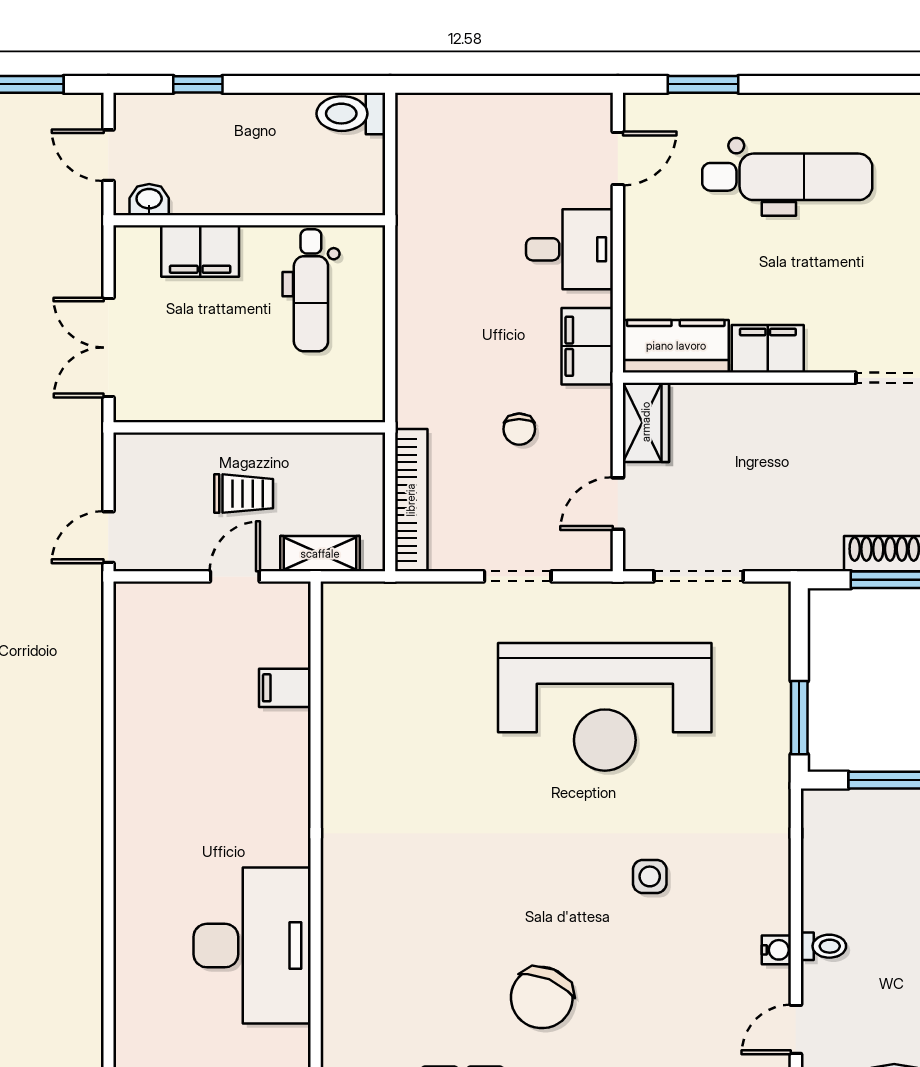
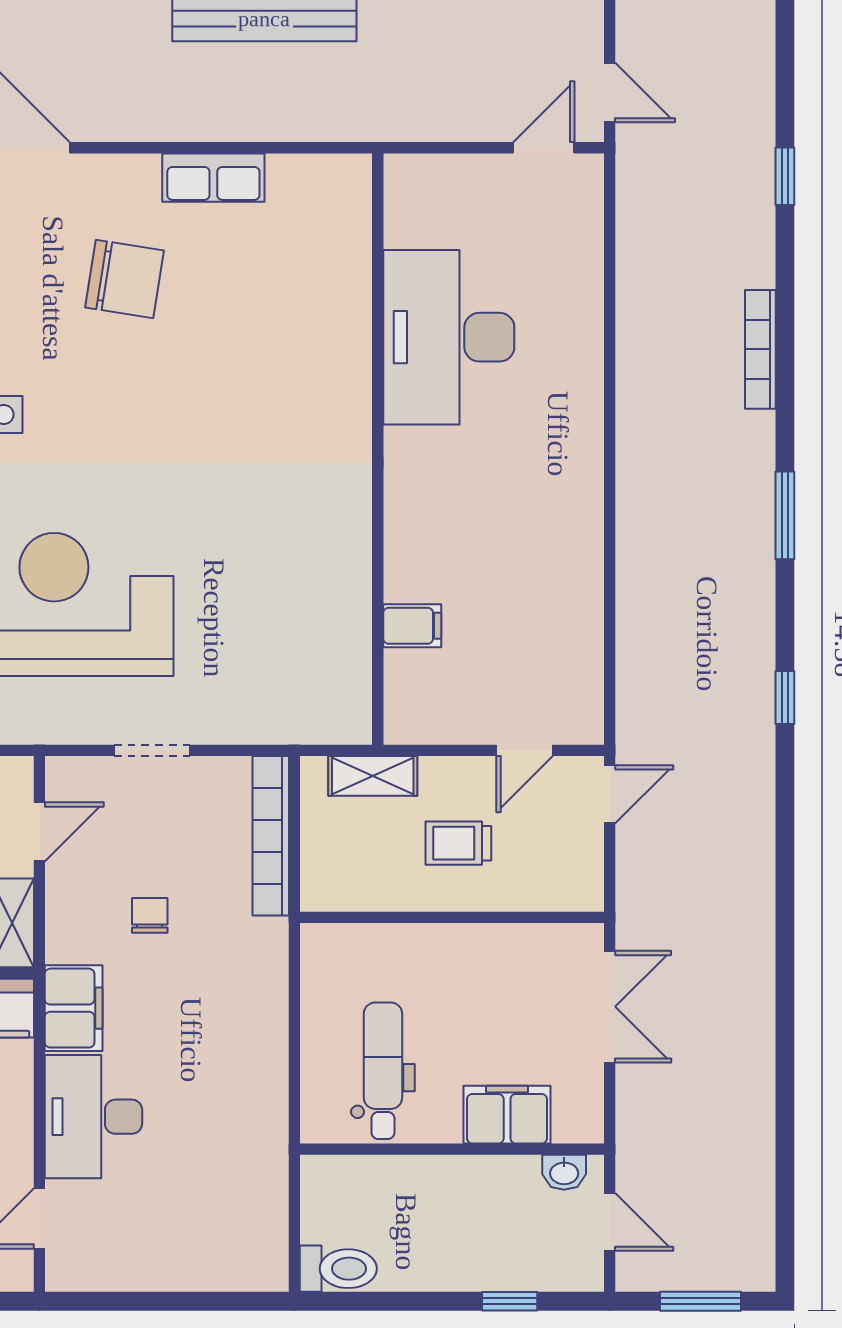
desk: (570, 249) -> (93, 1117), width x1.37
door: (235, 576) -> (525, 750), moved
chair: (542, 998) -> (125, 279), turned 76

